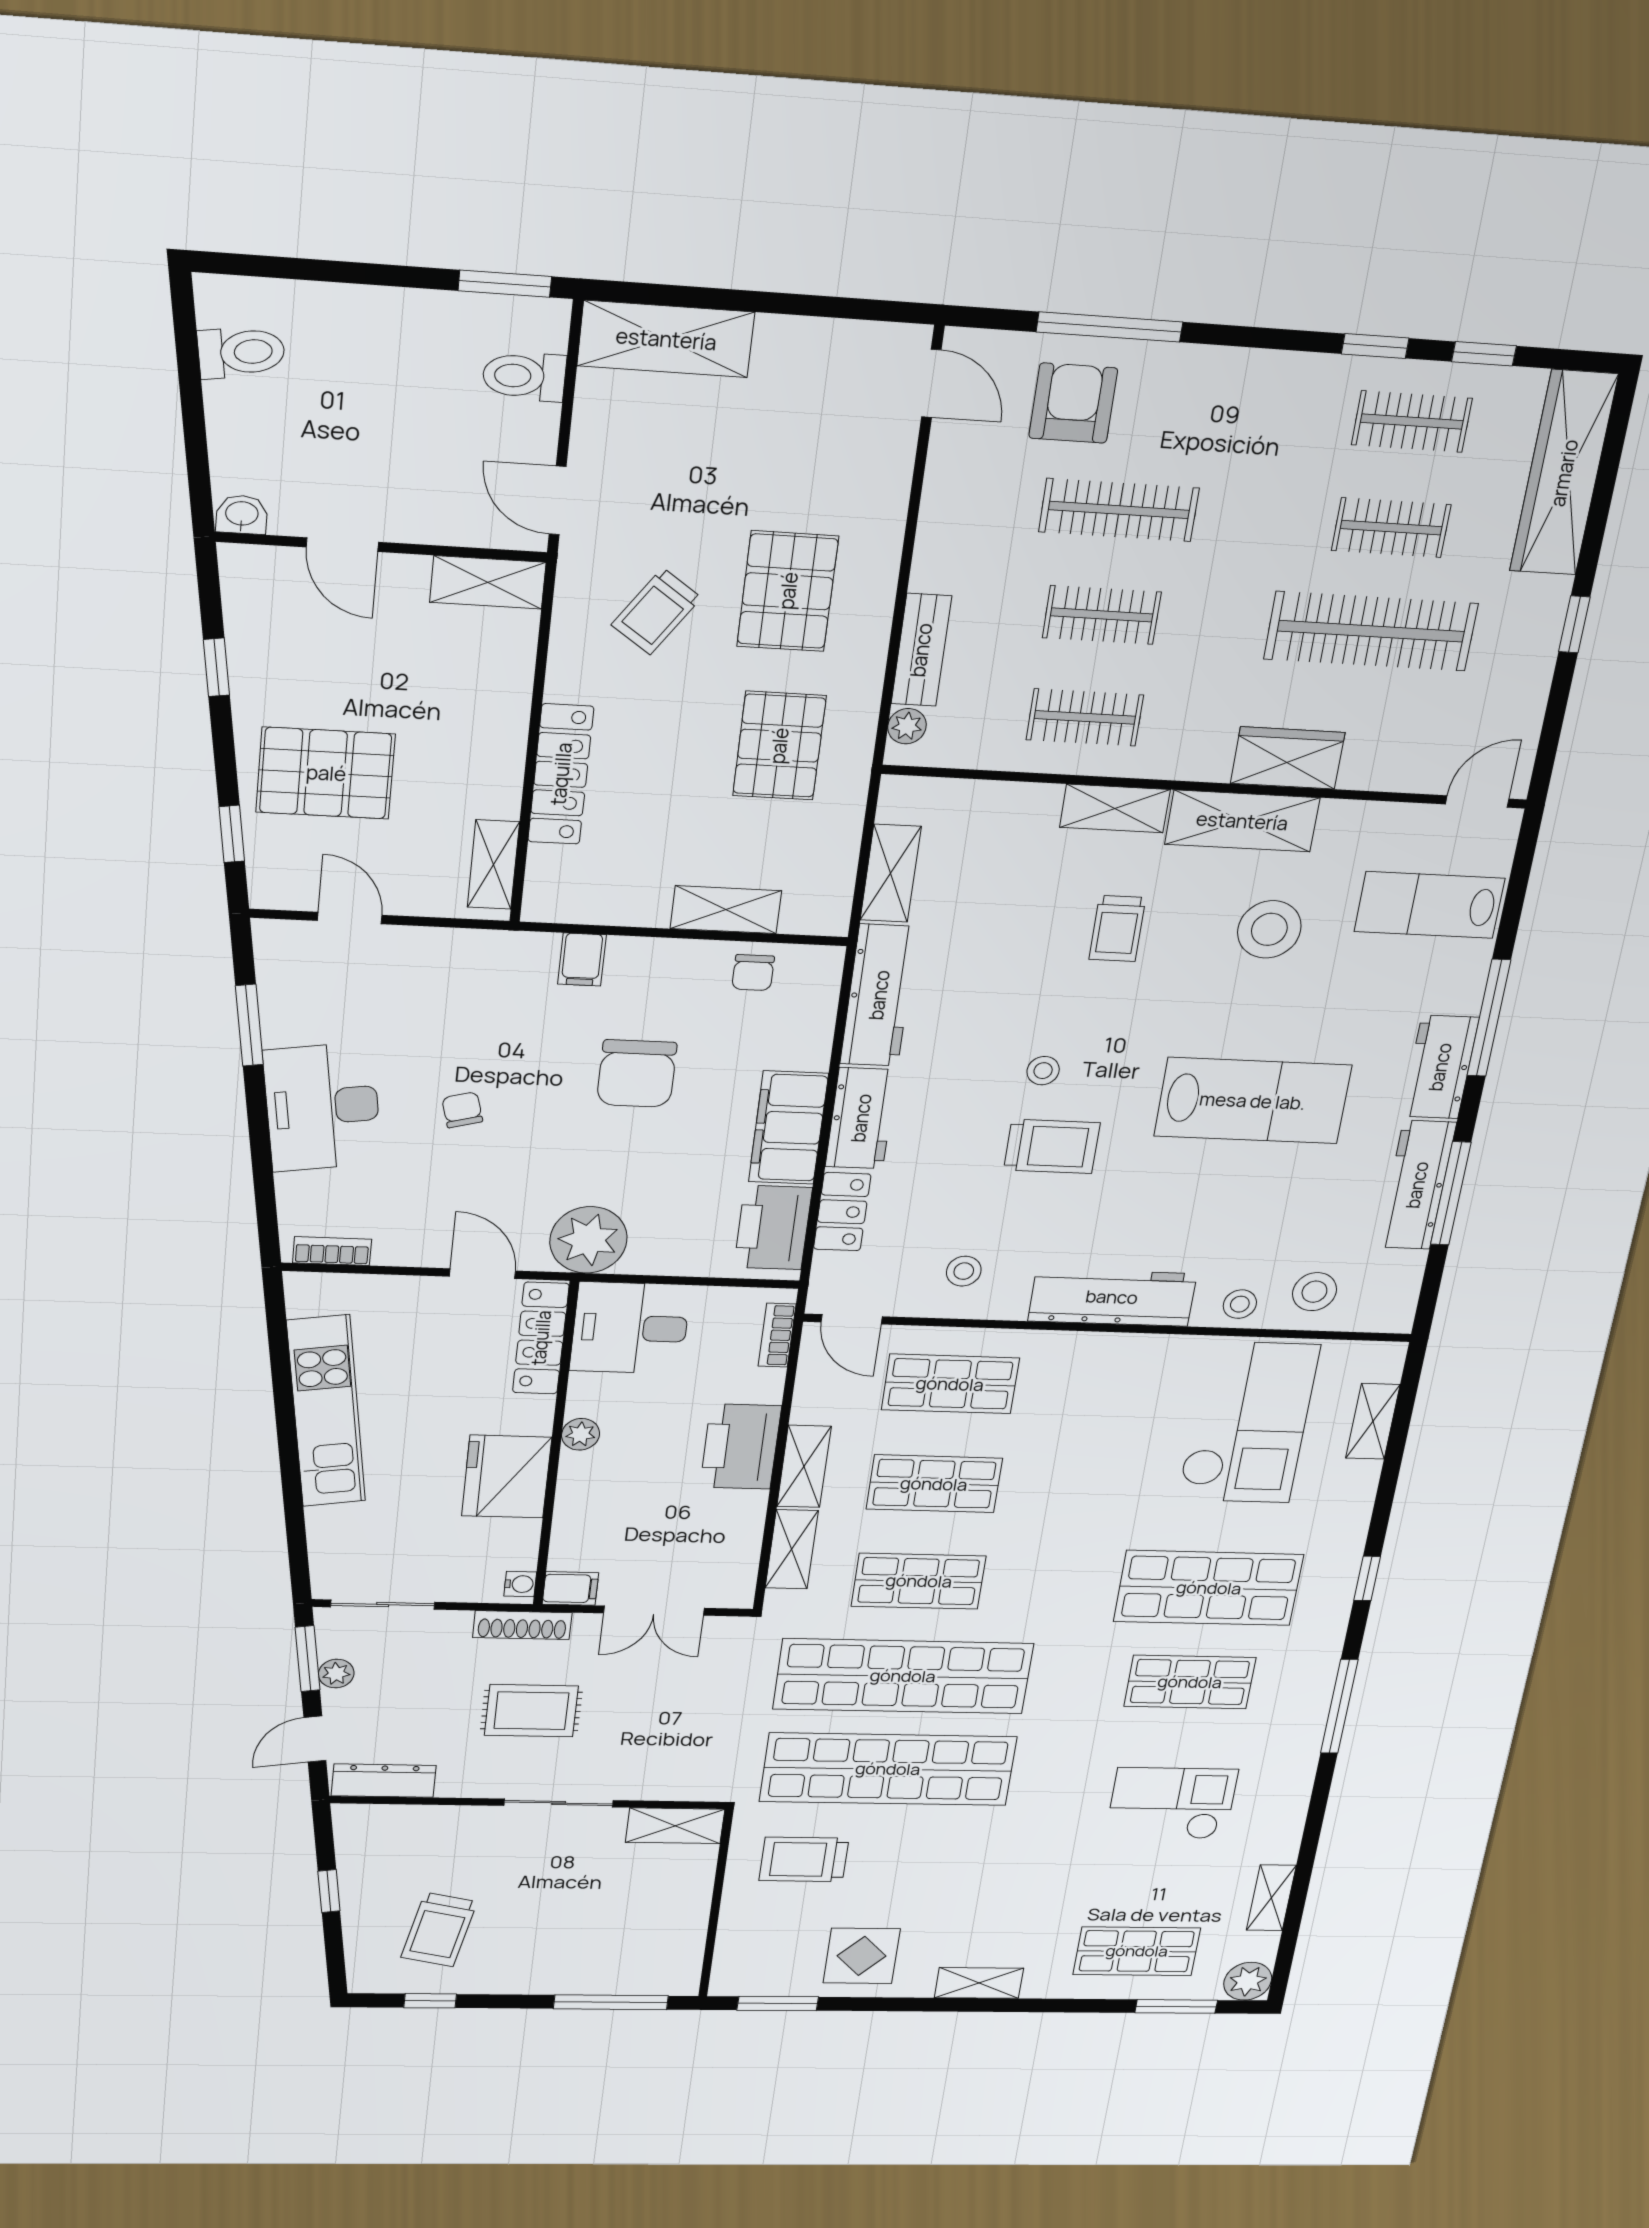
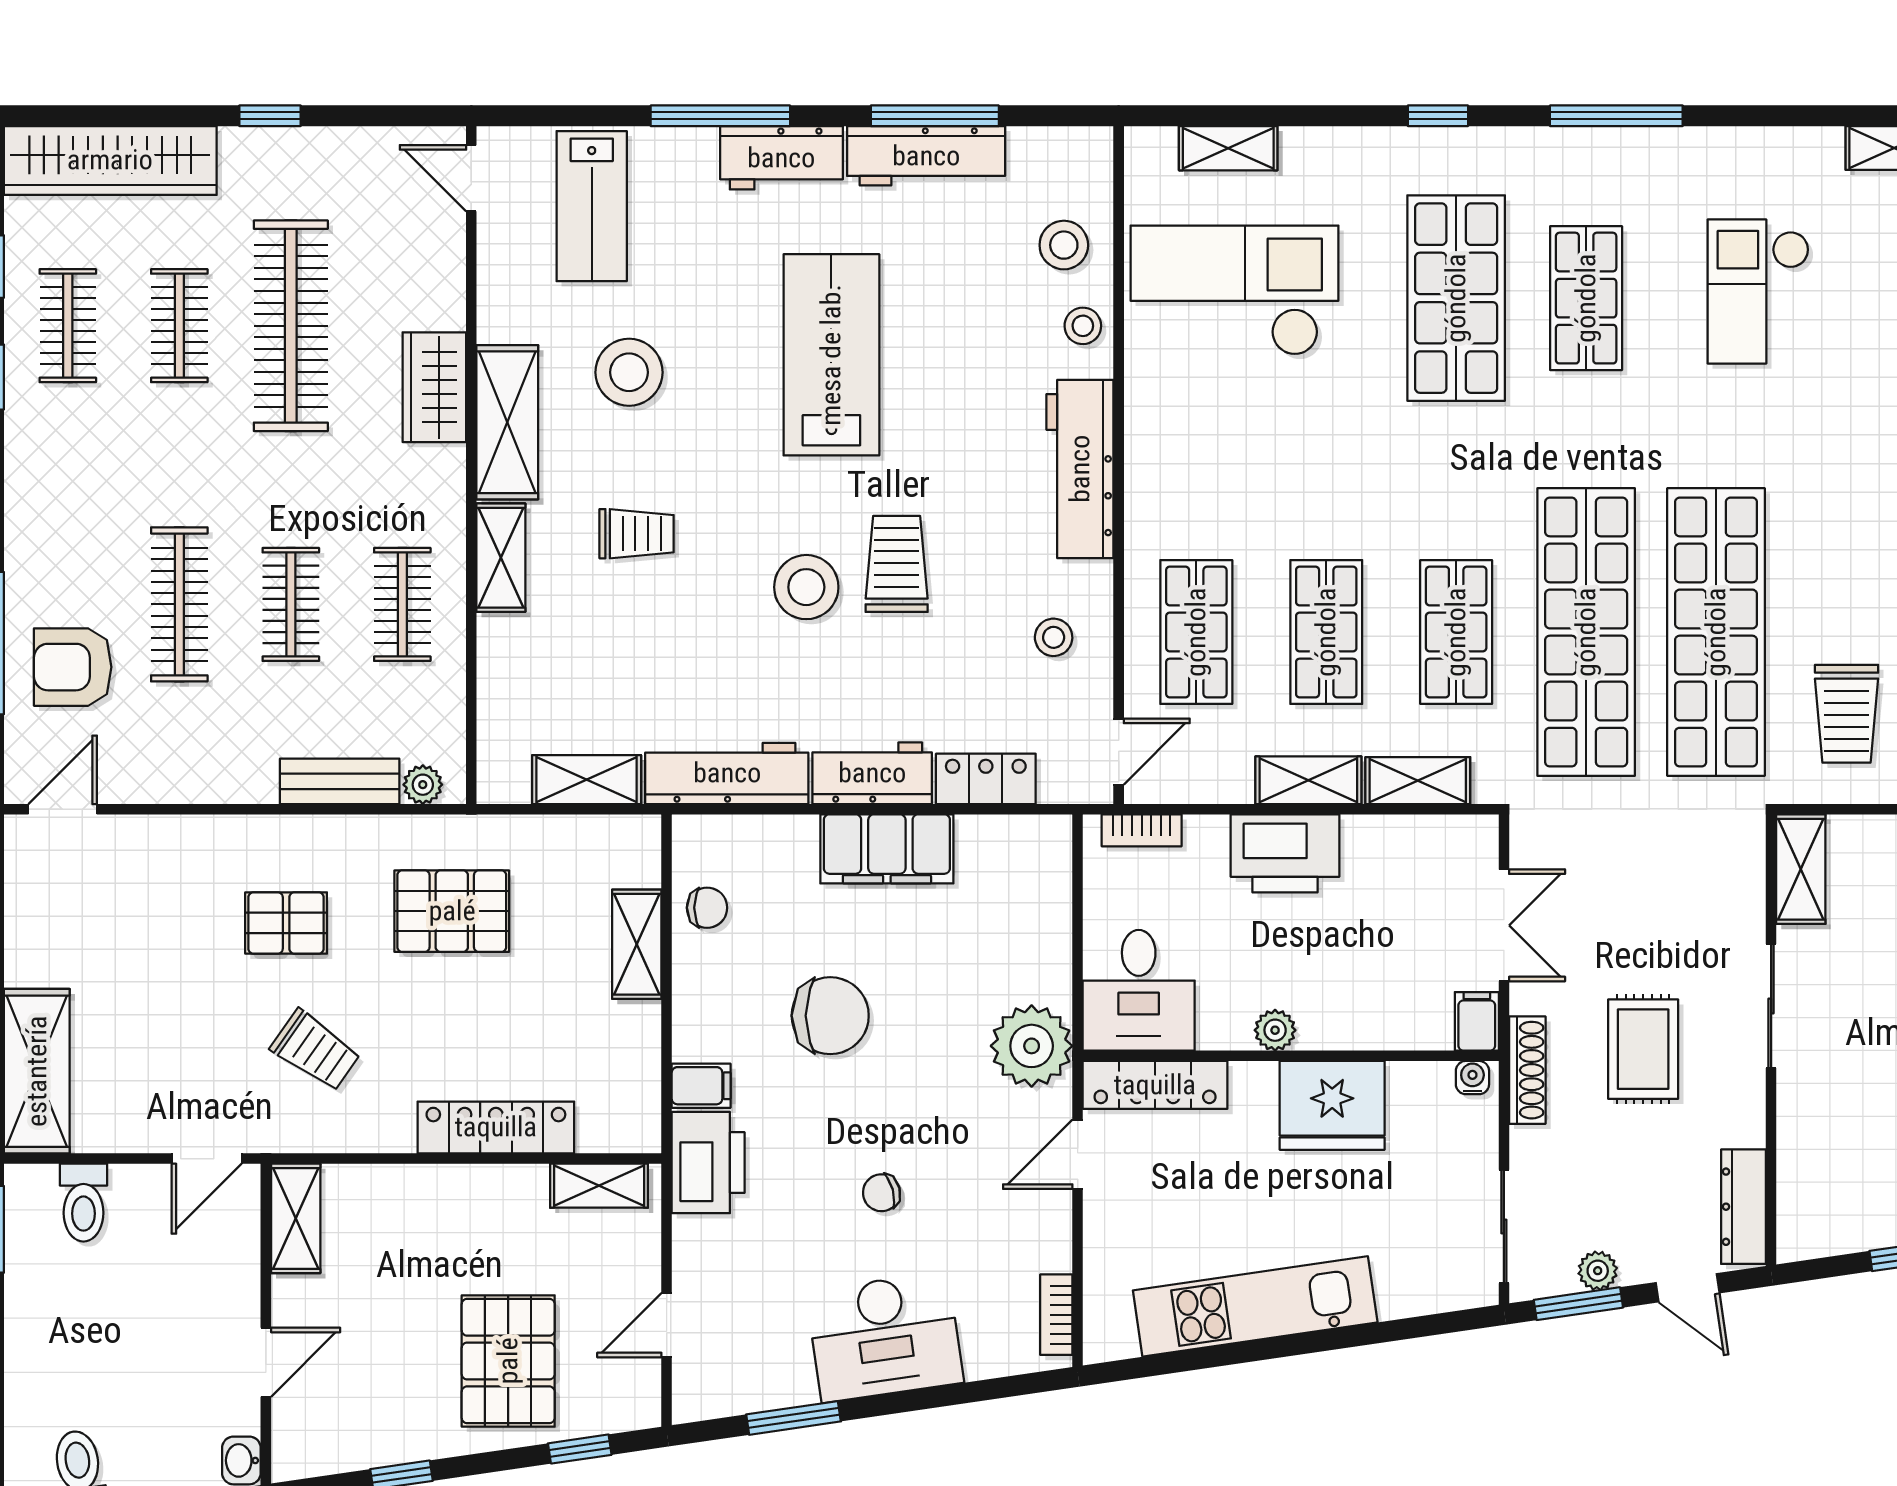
pallet: (788, 591) -> (286, 923), width x0.67, depth x0.71
stool: (1043, 1071) -> (806, 587), width x1.89, depth x1.89
printer: (773, 1227) -> (708, 1163), moved, turned -90

